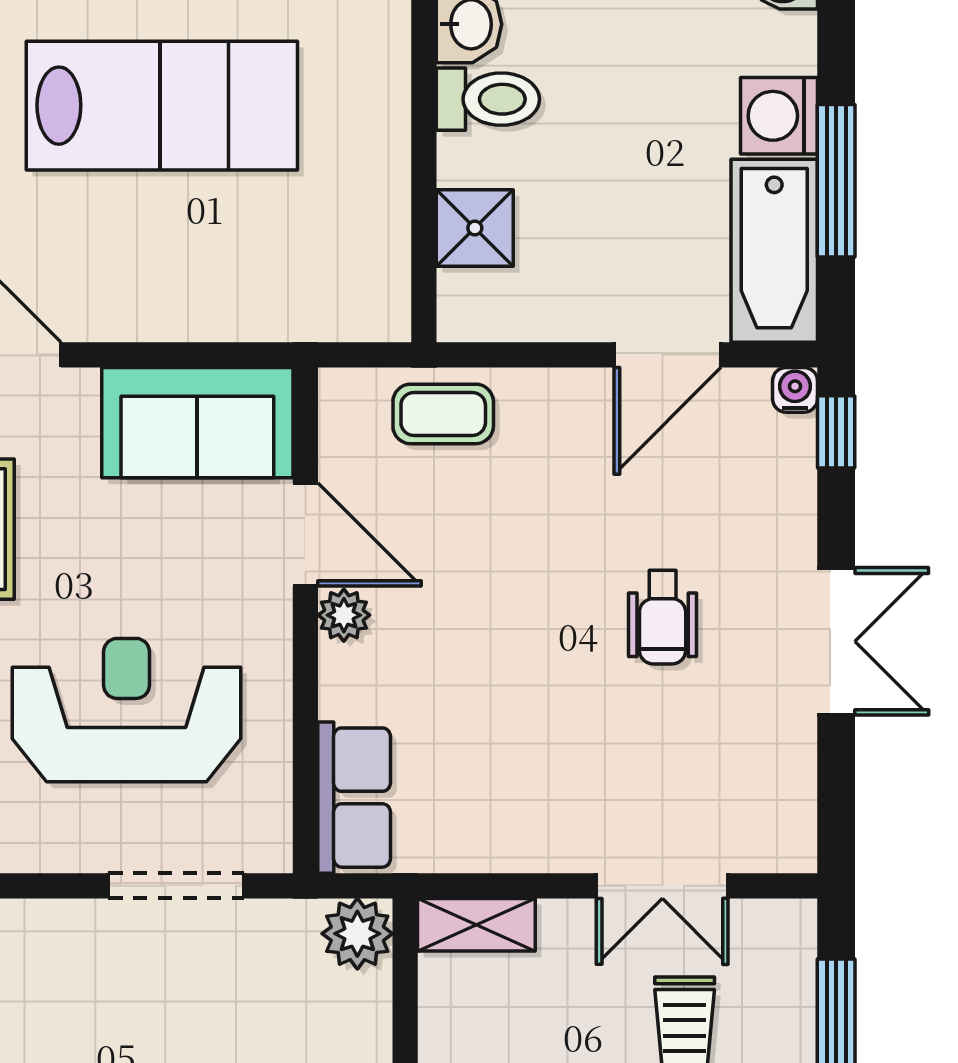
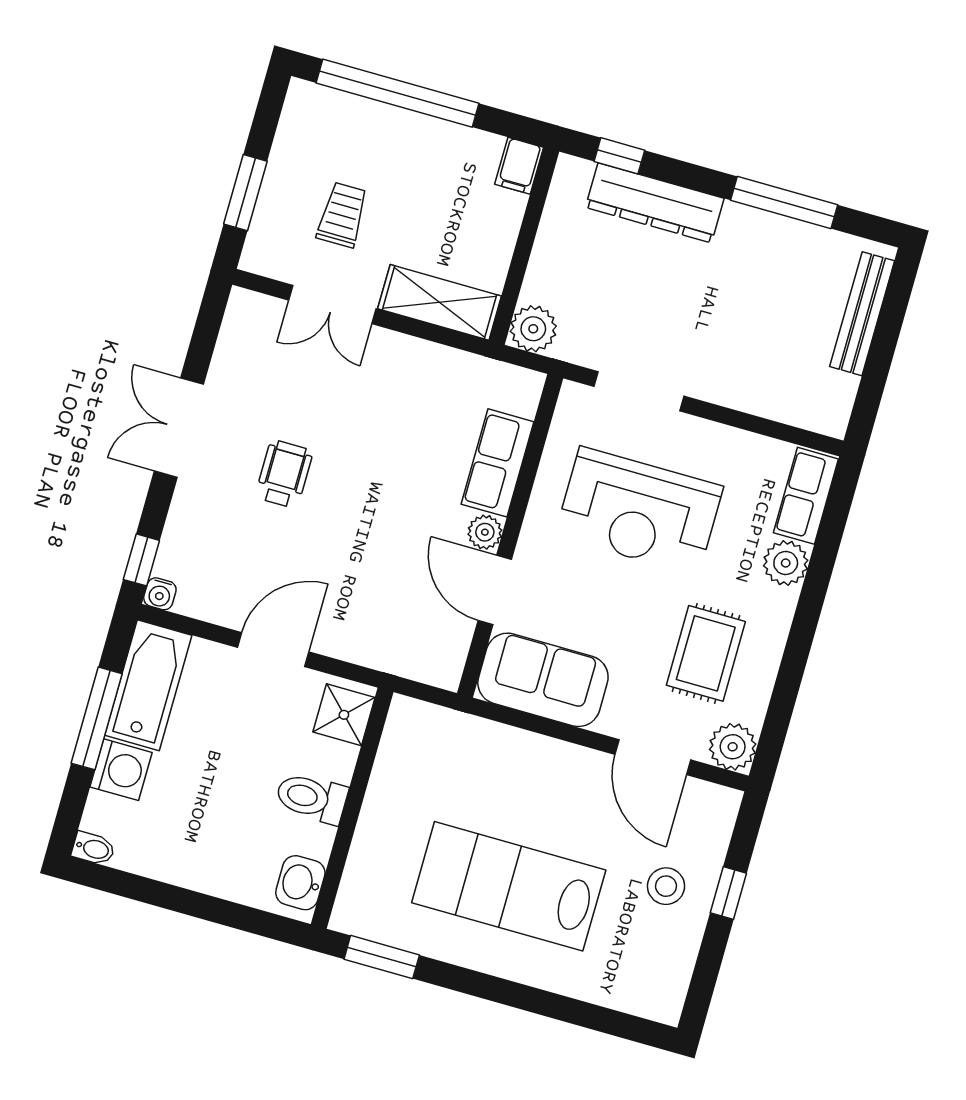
toilet: (488, 99) -> (311, 798), moved
shower: (475, 228) -> (344, 715), moved
door: (667, 355) -> (273, 650), moved
coffee table: (443, 414) -> (386, 641), removed
row of seats: (354, 798) -> (498, 463), moved
double door: (662, 886) -> (332, 304), swing flipped
shelving: (476, 925) -> (440, 302), width x1.50, depth x1.33

